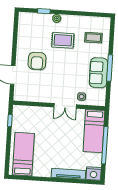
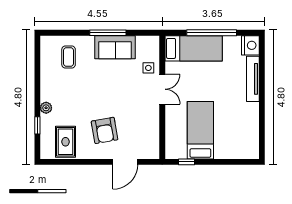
rug: (63, 40) -> (65, 142), moved
armchair: (37, 61) -> (105, 130), turned 80
bed: (23, 154) -> (200, 130), moved, turned 90

